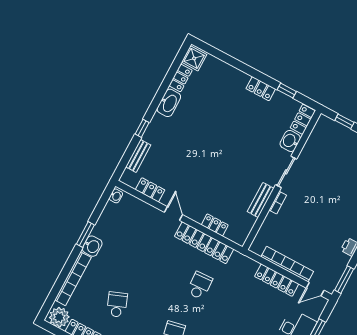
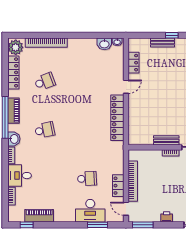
bench: (138, 156) -> (163, 43), moved
locker: (215, 225) -> (133, 119), removed
window: (85, 235) -> (80, 35), removed
washbasin: (92, 246) -> (104, 44), moved
locker: (277, 280) -> (118, 186), width x0.66
school desk: (200, 286) -> (87, 179), moved

